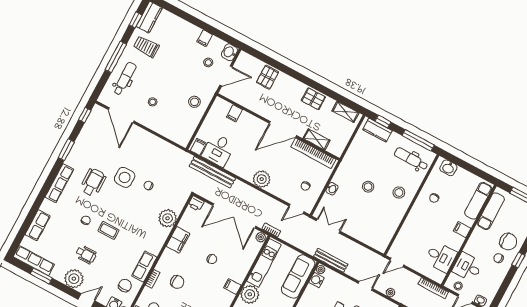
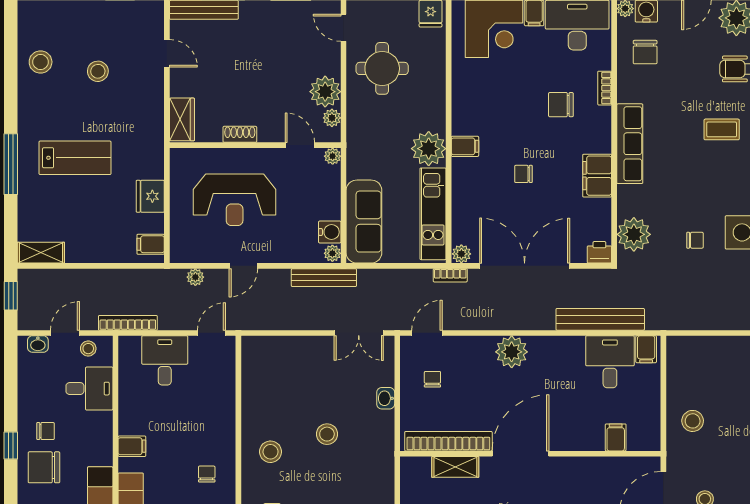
plant: (168, 218) -> (634, 234), moved
desk: (441, 257) -> (165, 360), moved, turned 90
row of seats: (144, 267) -> (630, 144), moved, width x1.48

